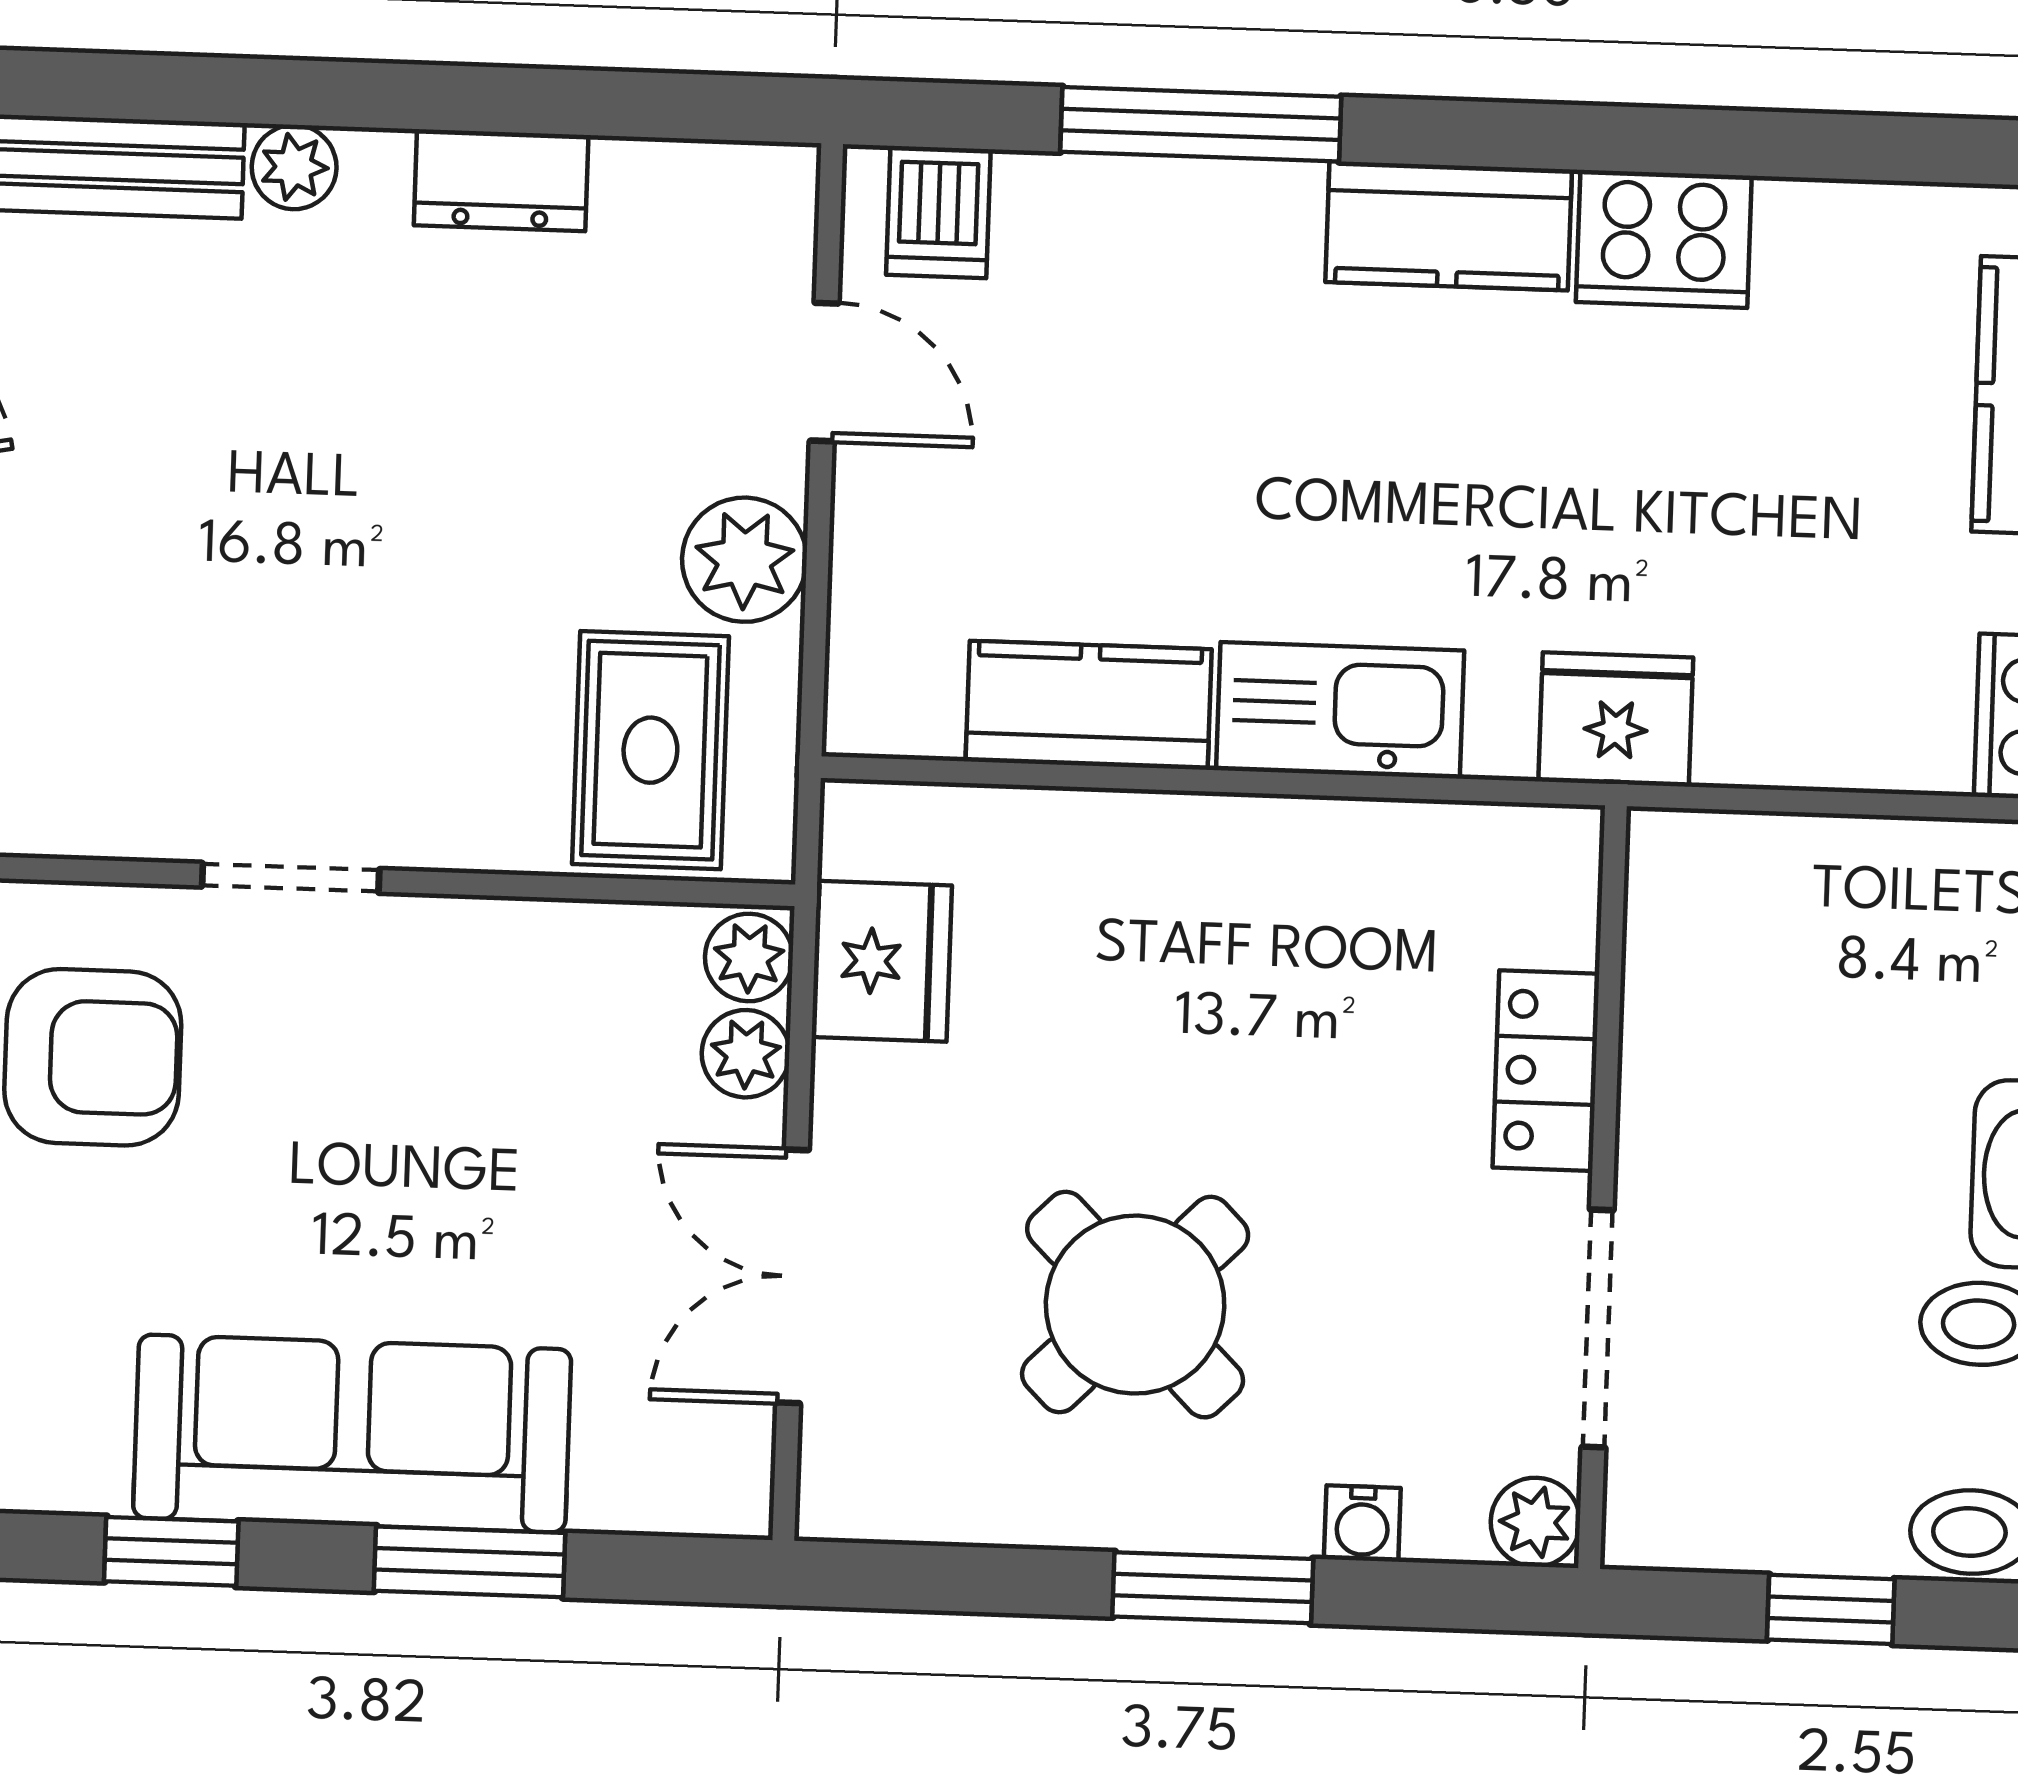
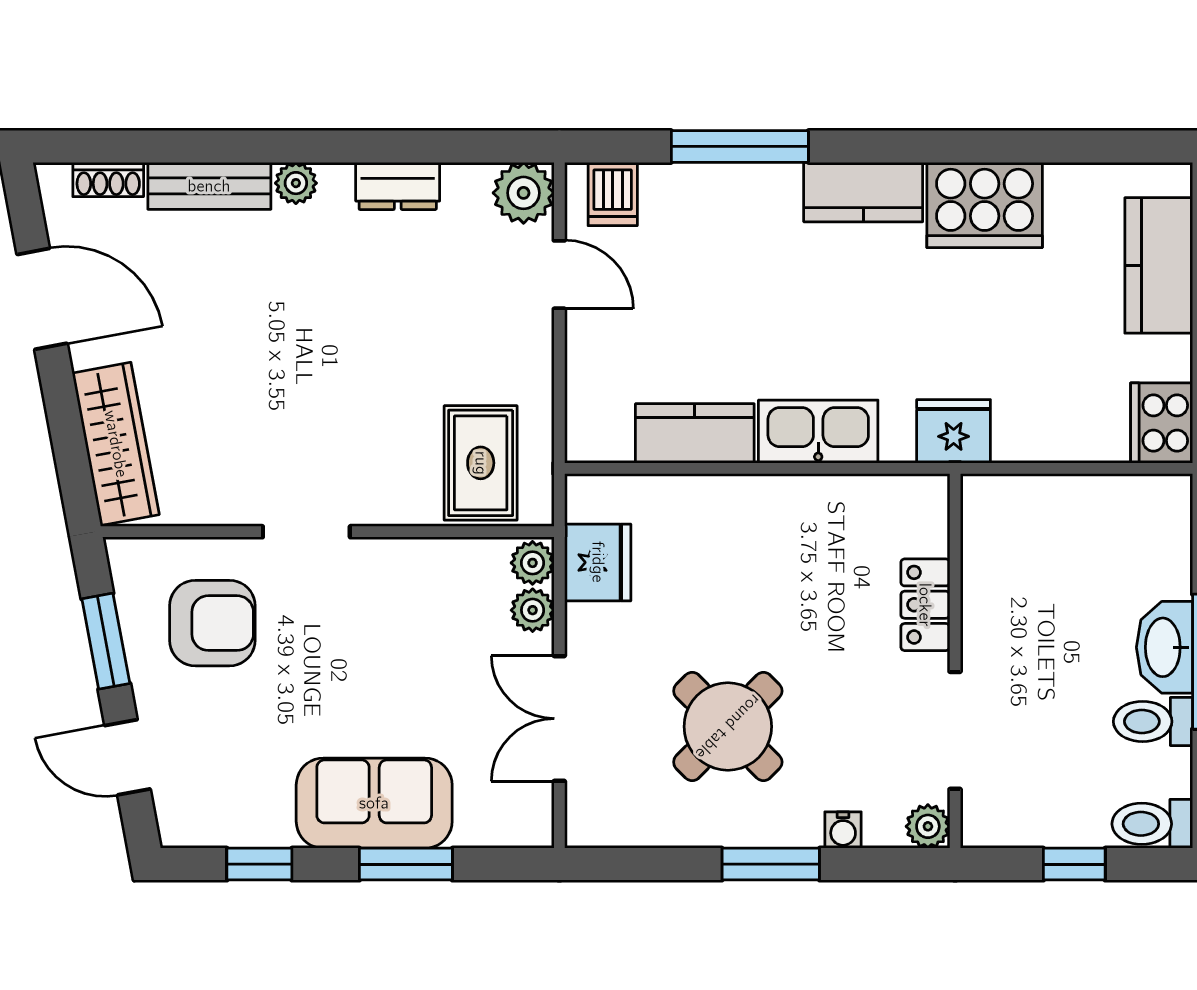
cooker: (1664, 239) -> (985, 205), width x1.37, depth x1.31
plant: (744, 560) -> (524, 193), moved
sofa: (352, 1434) -> (374, 803), width x0.73

